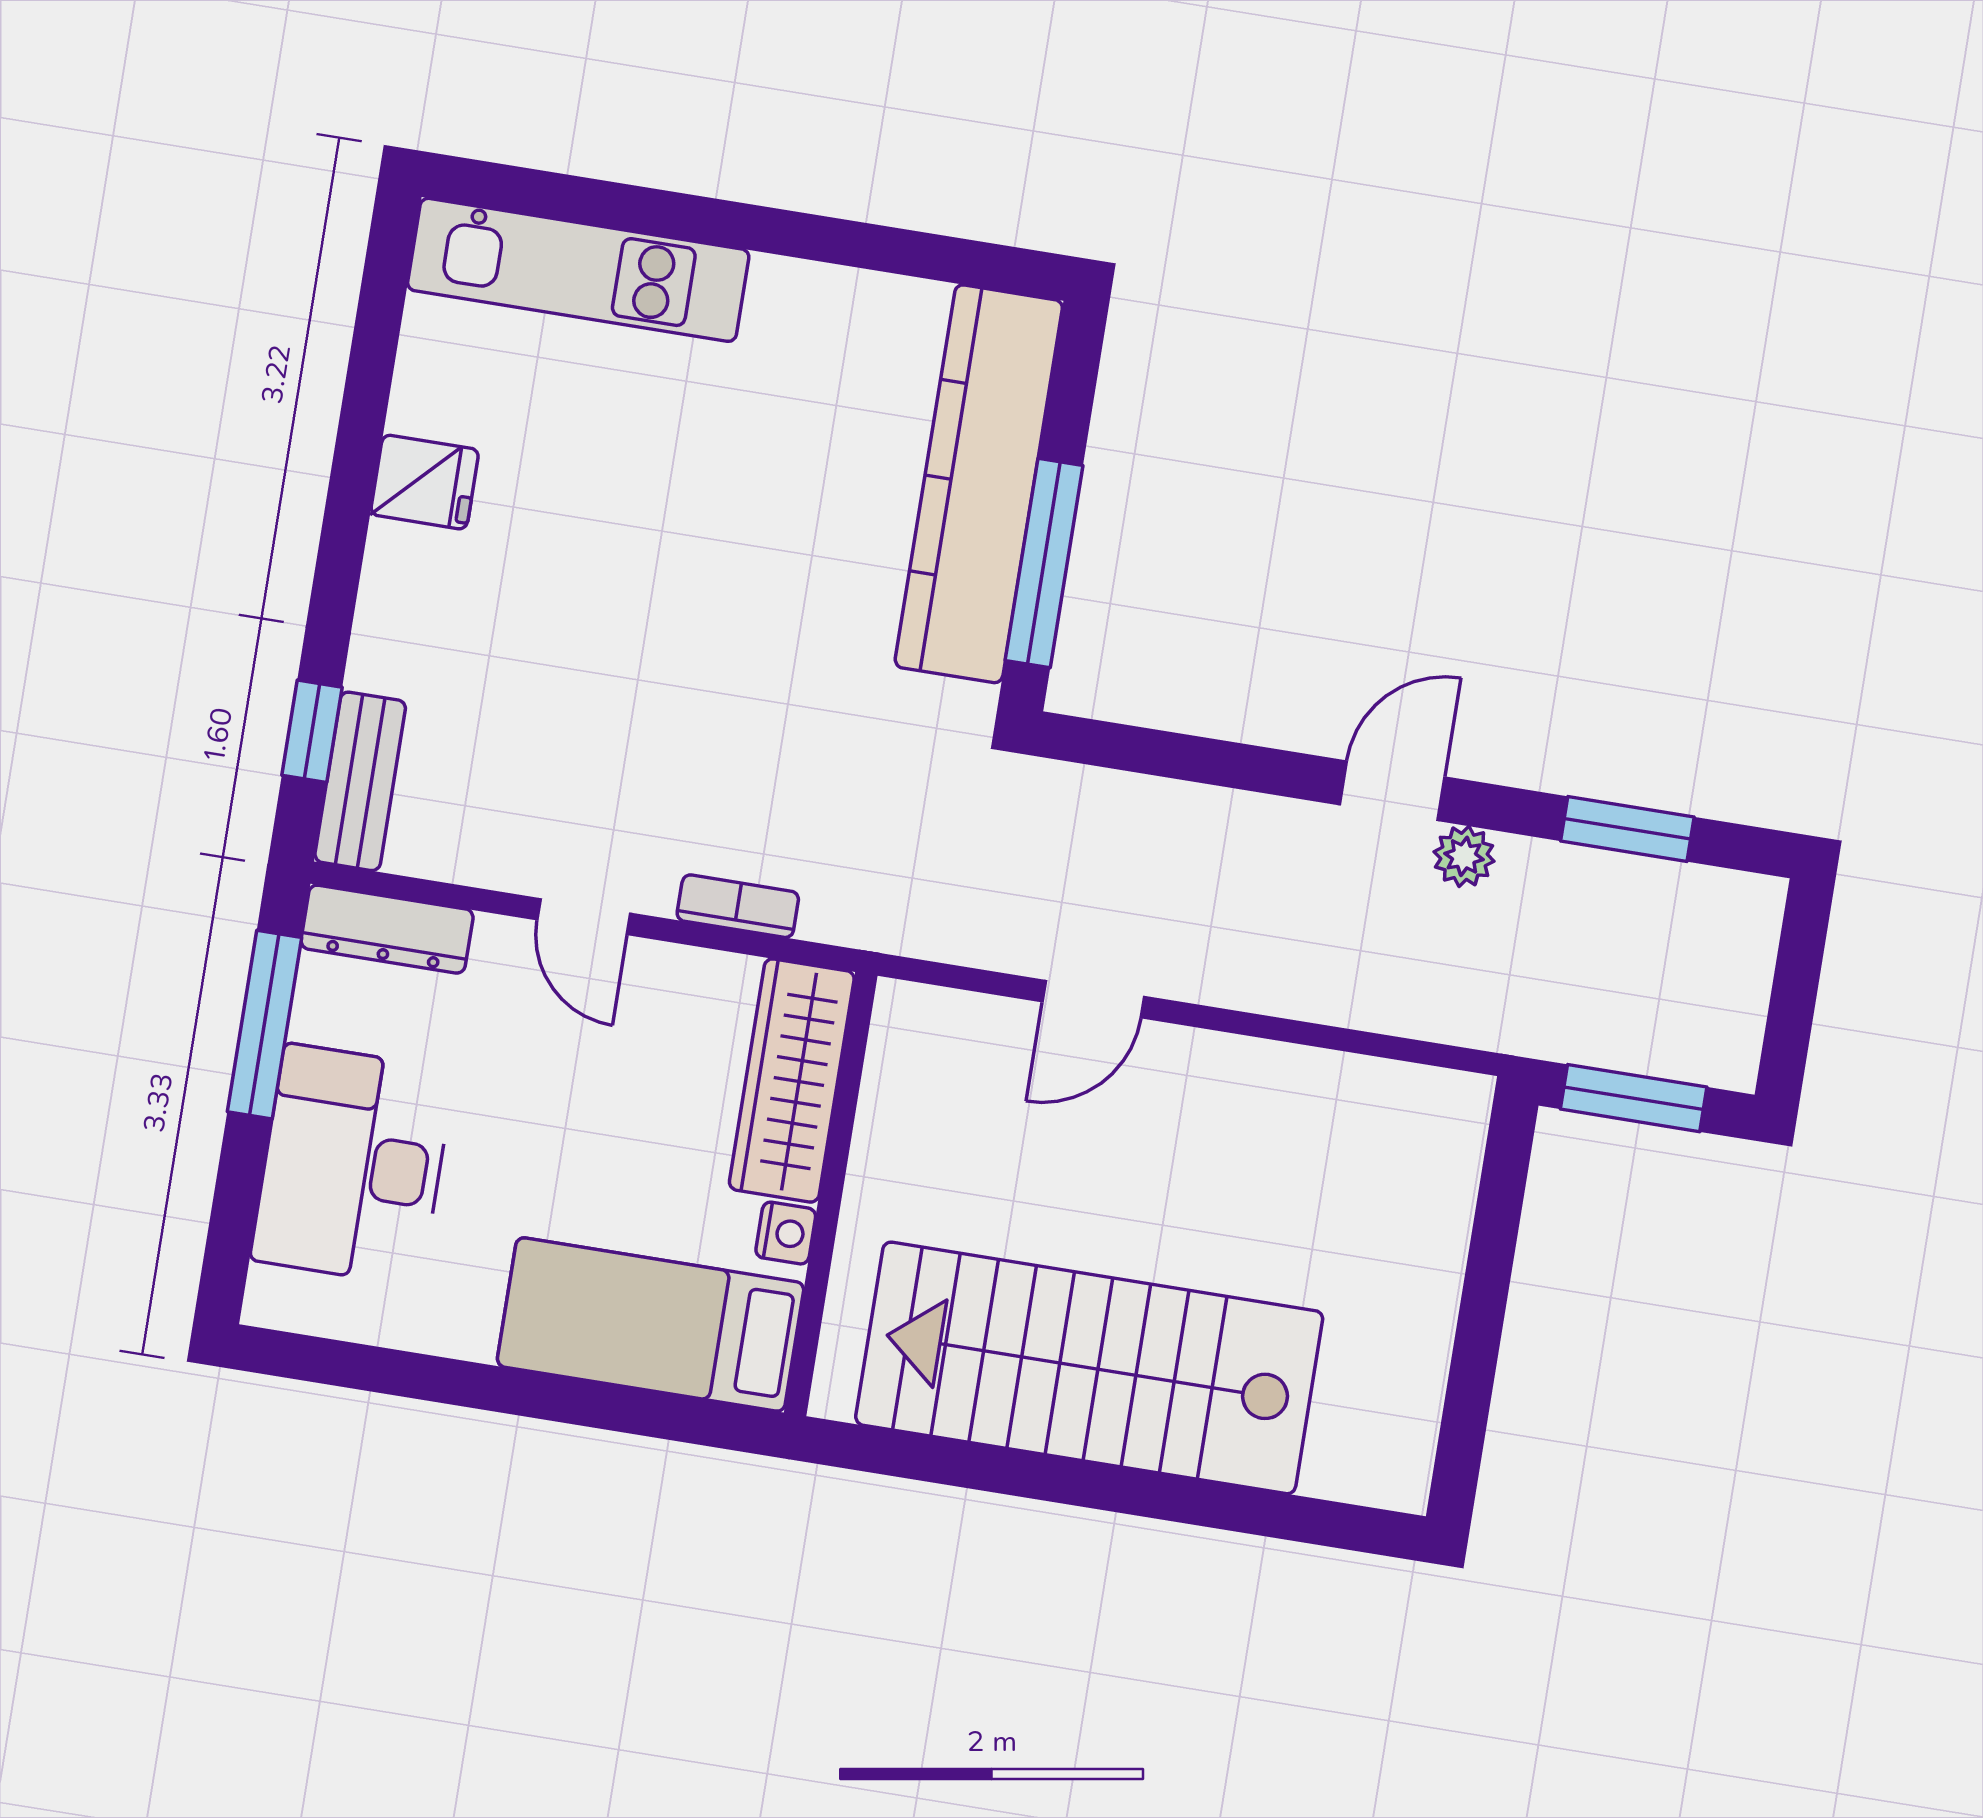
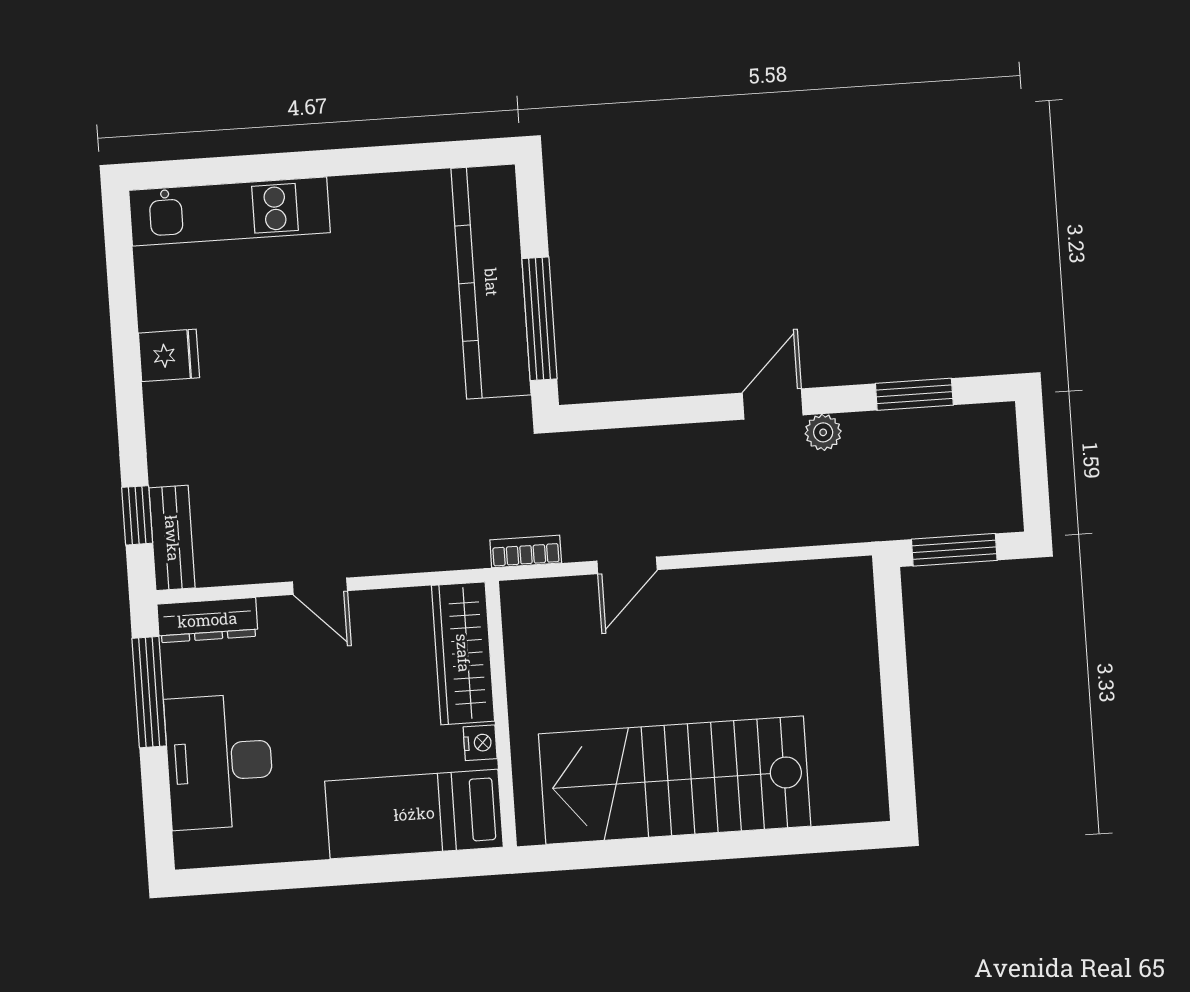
bookcase: (738, 906) -> (526, 551), moved

